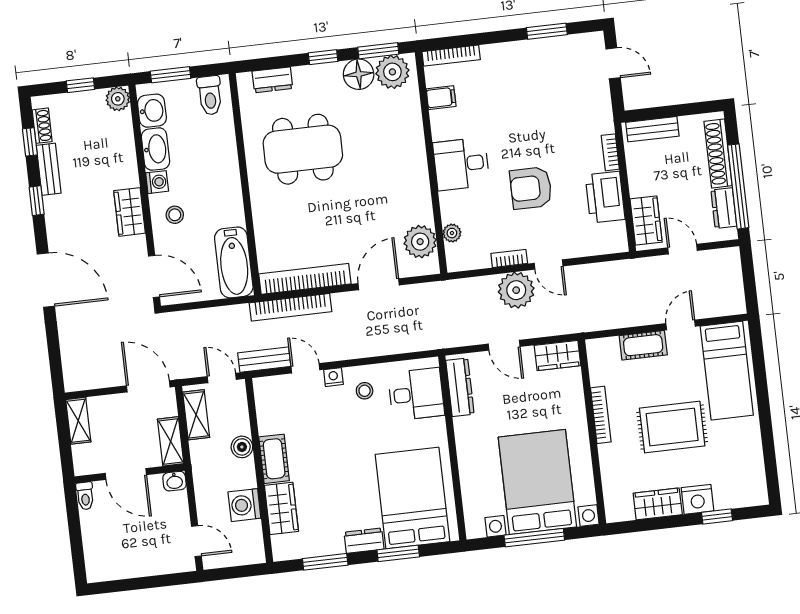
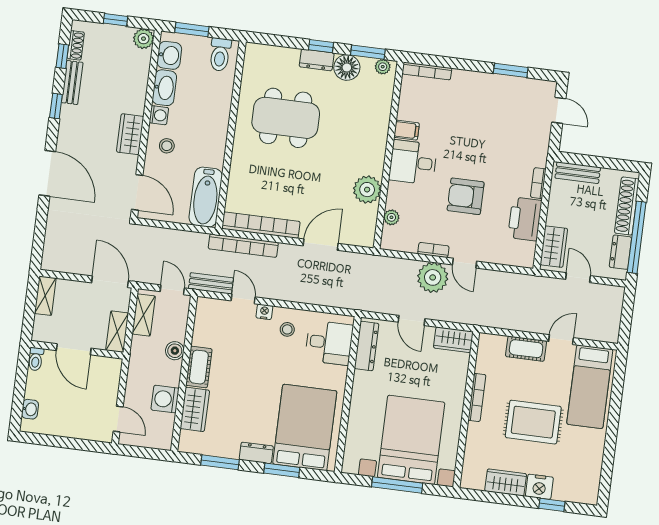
plant: (392, 72) -> (383, 67), width x0.53, depth x0.53
dresser: (272, 80) -> (317, 60), moved
filing cabinet: (441, 98) -> (407, 130), moved
plant: (420, 242) -> (367, 190), moved
washbasin: (175, 481) -> (30, 409), moved, turned -90

